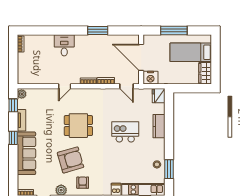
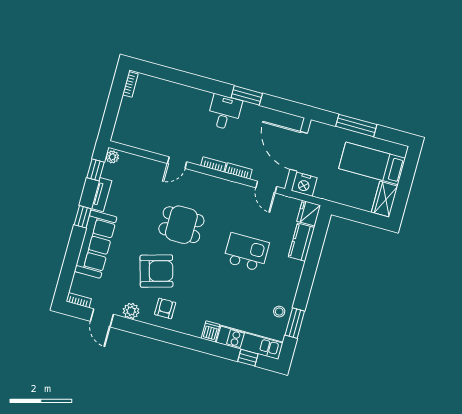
desk: (64, 45) -> (224, 112), moved
kitchen counter: (159, 126) -> (301, 242), moved

